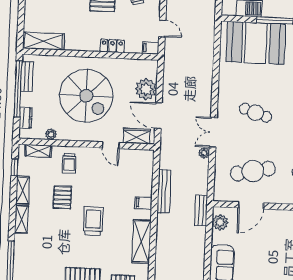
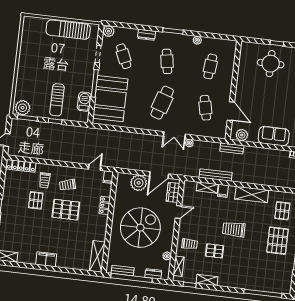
cafe table: (255, 113) -> (162, 103), width x1.37, depth x1.35
cafe table: (253, 171) -> (205, 108), width x0.73, depth x0.74
shelving: (21, 219) -> (207, 188), moved

